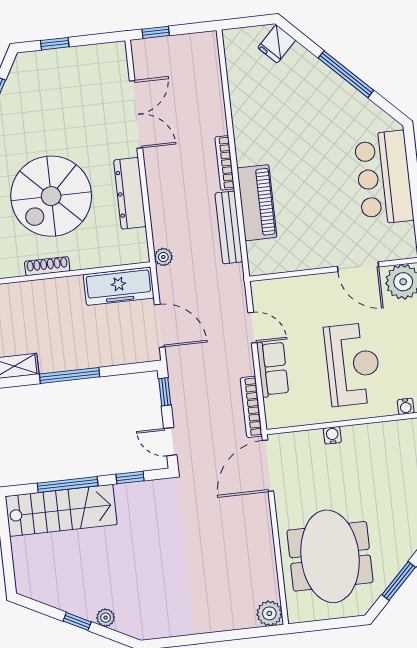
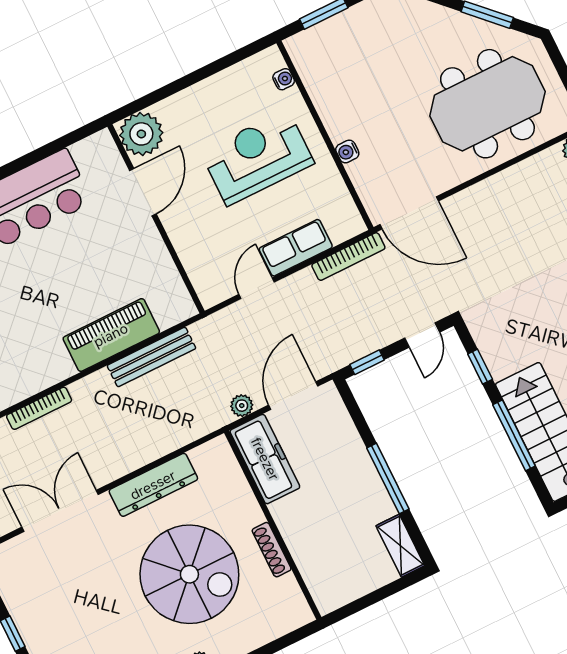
bookcase: (225, 163) -> (39, 408), moved
plant: (163, 257) -> (242, 406), moved

